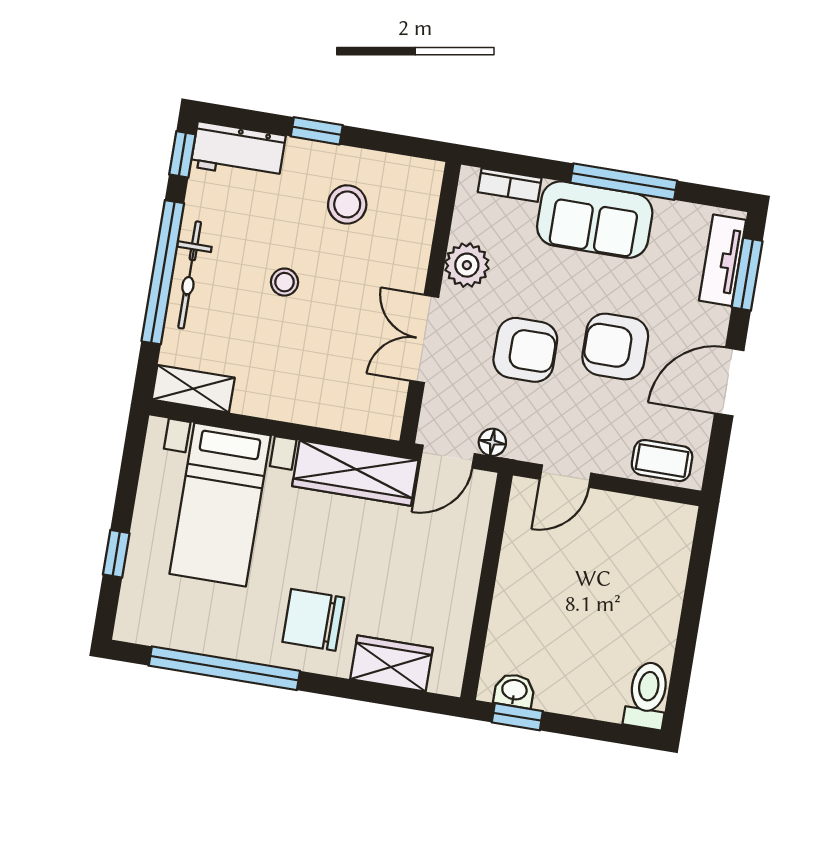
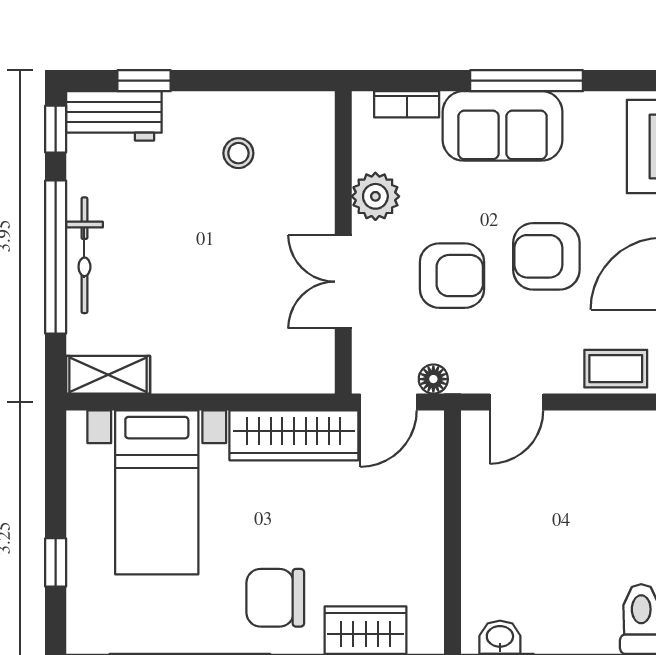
window: (317, 131) -> (144, 81), moved
stool: (347, 204) -> (238, 153), width x0.73, depth x0.73
stool: (284, 282) -> (186, 246), removed

